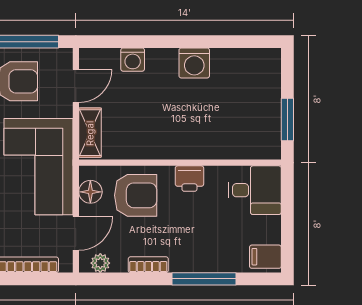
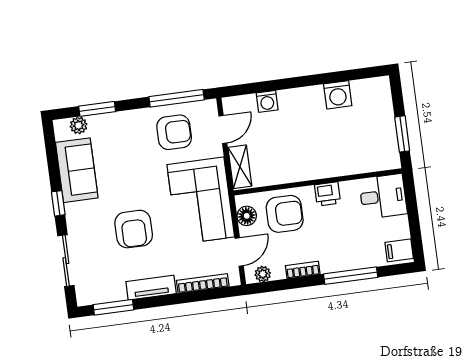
washing machine: (194, 63) -> (338, 95), moved

